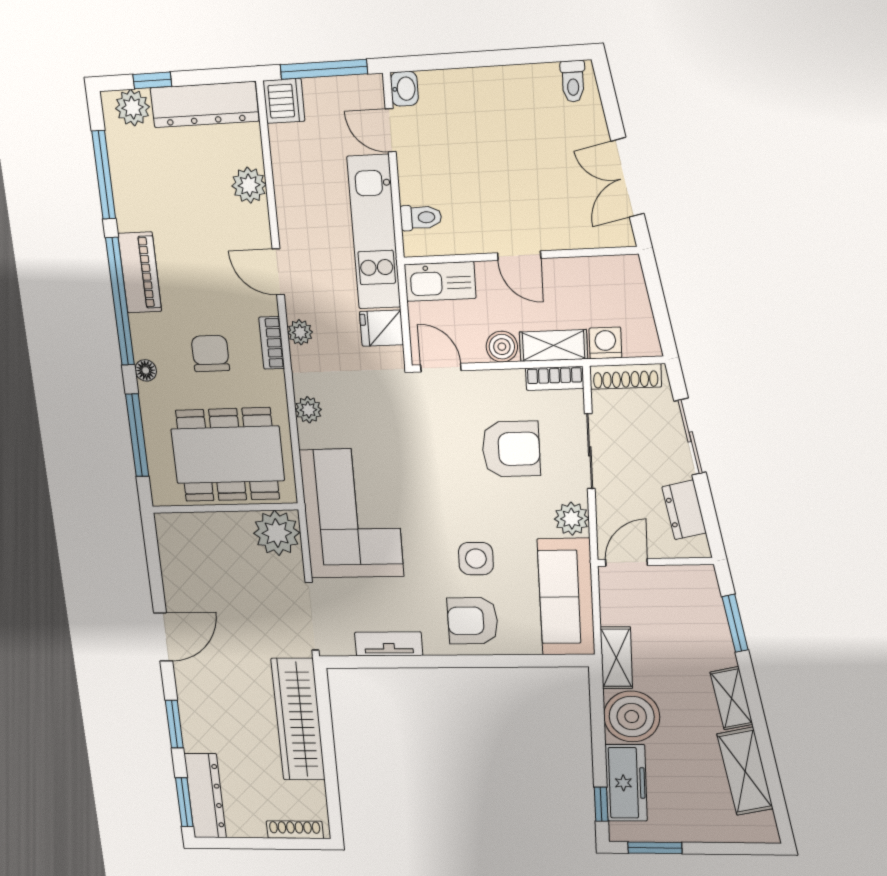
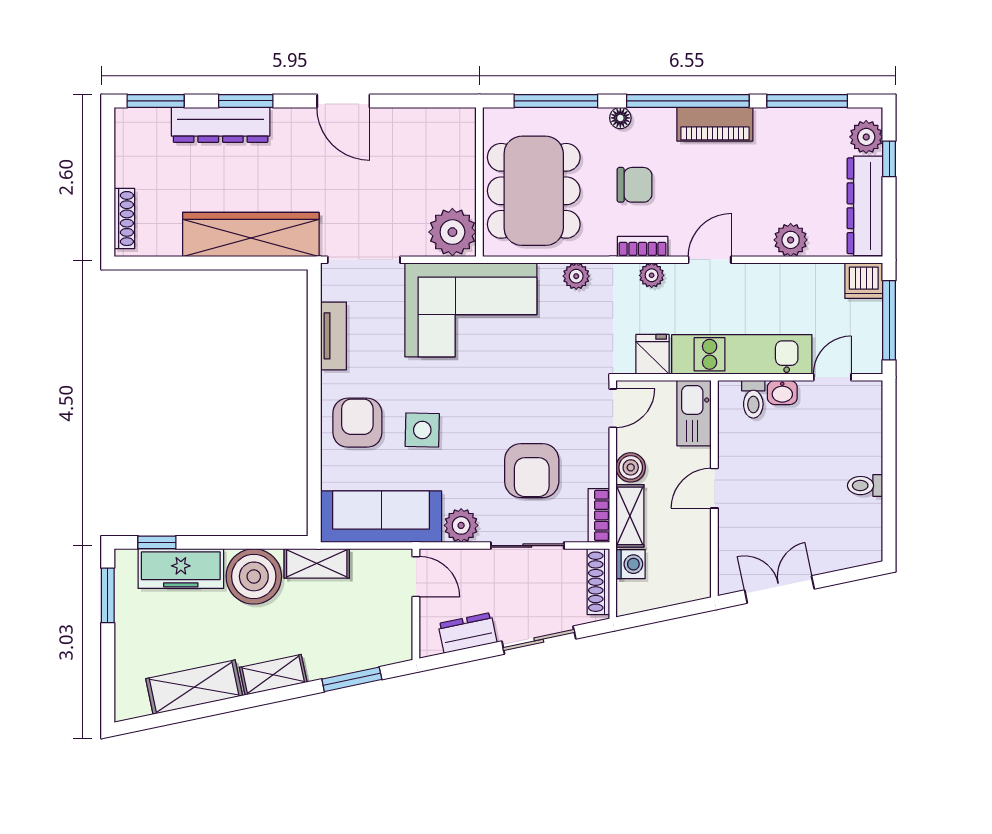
toilet: (573, 81) -> (865, 486), moved
washbasin: (404, 89) -> (782, 392), moved
dresser: (205, 796) -> (221, 125), moved

